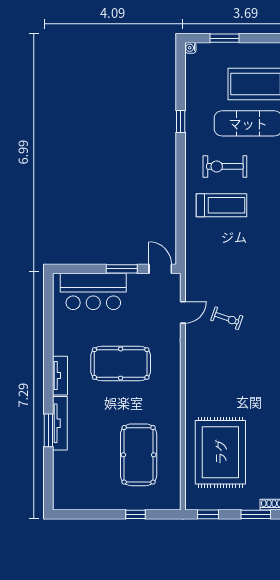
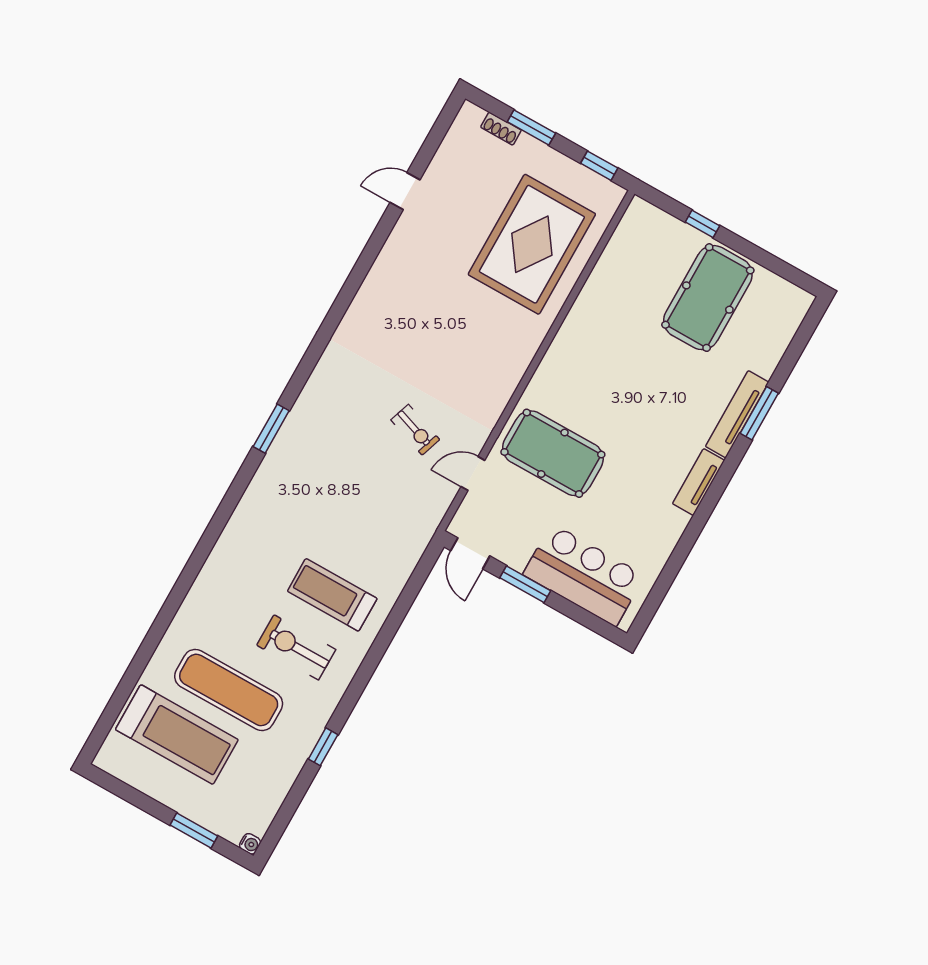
exercise bike: (225, 166) -> (296, 647), turned 180
exercise bike: (227, 318) -> (415, 430), turned 180
pool table: (121, 364) -> (553, 453), moved
pool table: (139, 455) -> (708, 298), moved

